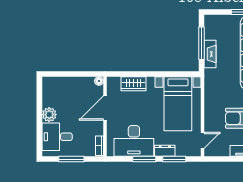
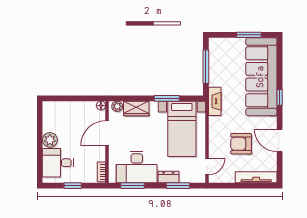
fireplace: (210, 54) -> (215, 101), moved
window: (163, 74) -> (167, 98), added
plant: (115, 82) -> (117, 106), added
window: (71, 159) -> (73, 186), width x0.67
window: (144, 159) -> (132, 186), moved

